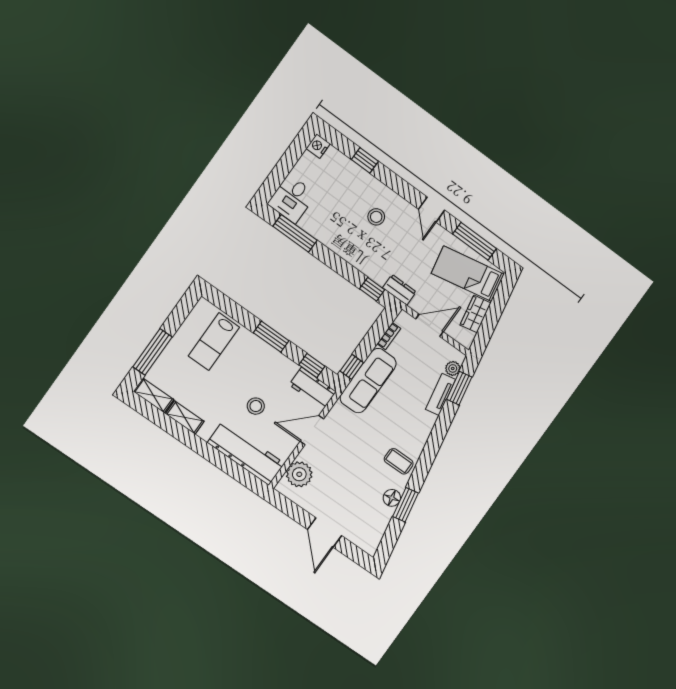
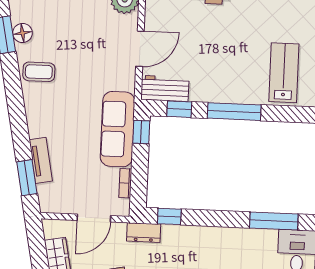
window: (271, 337) -> (234, 112), width x1.44
plant: (453, 368) -> (45, 192), removed
stool: (256, 406) -> (207, 38), removed

